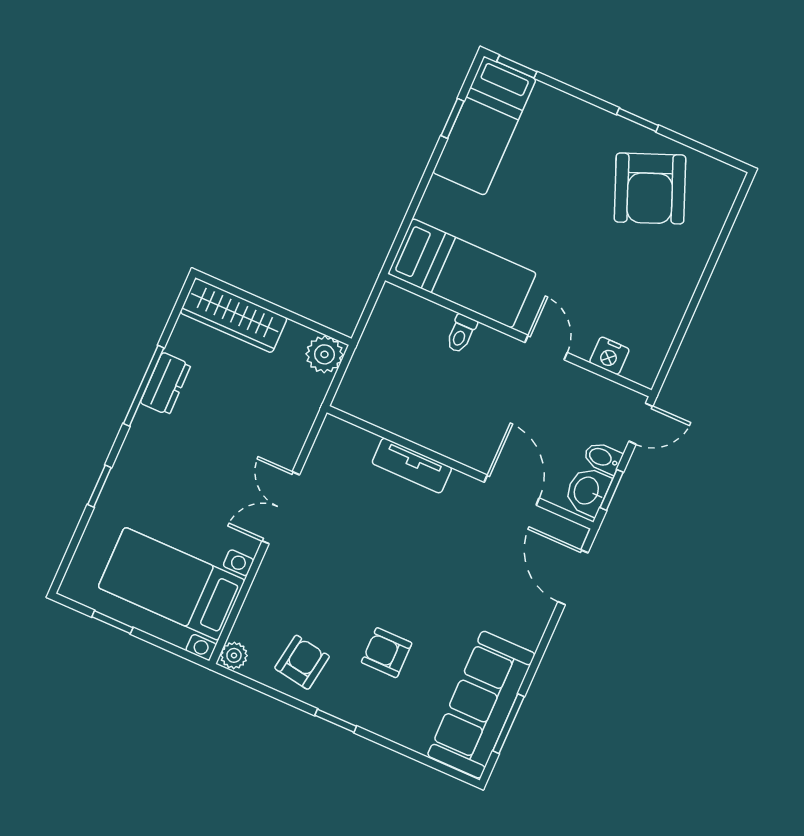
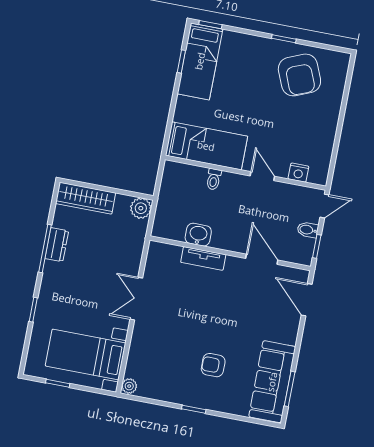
washbasin: (587, 491) -> (198, 235), moved, turned 90
armchair: (302, 662) -> (168, 381), removed

